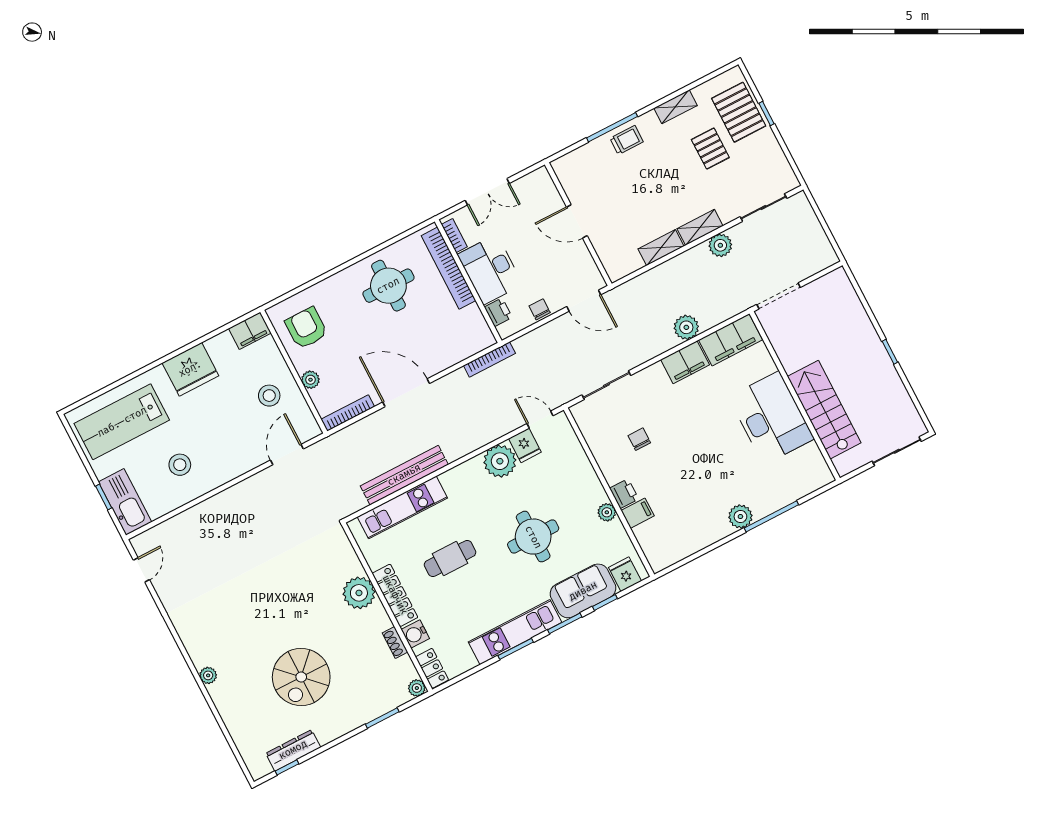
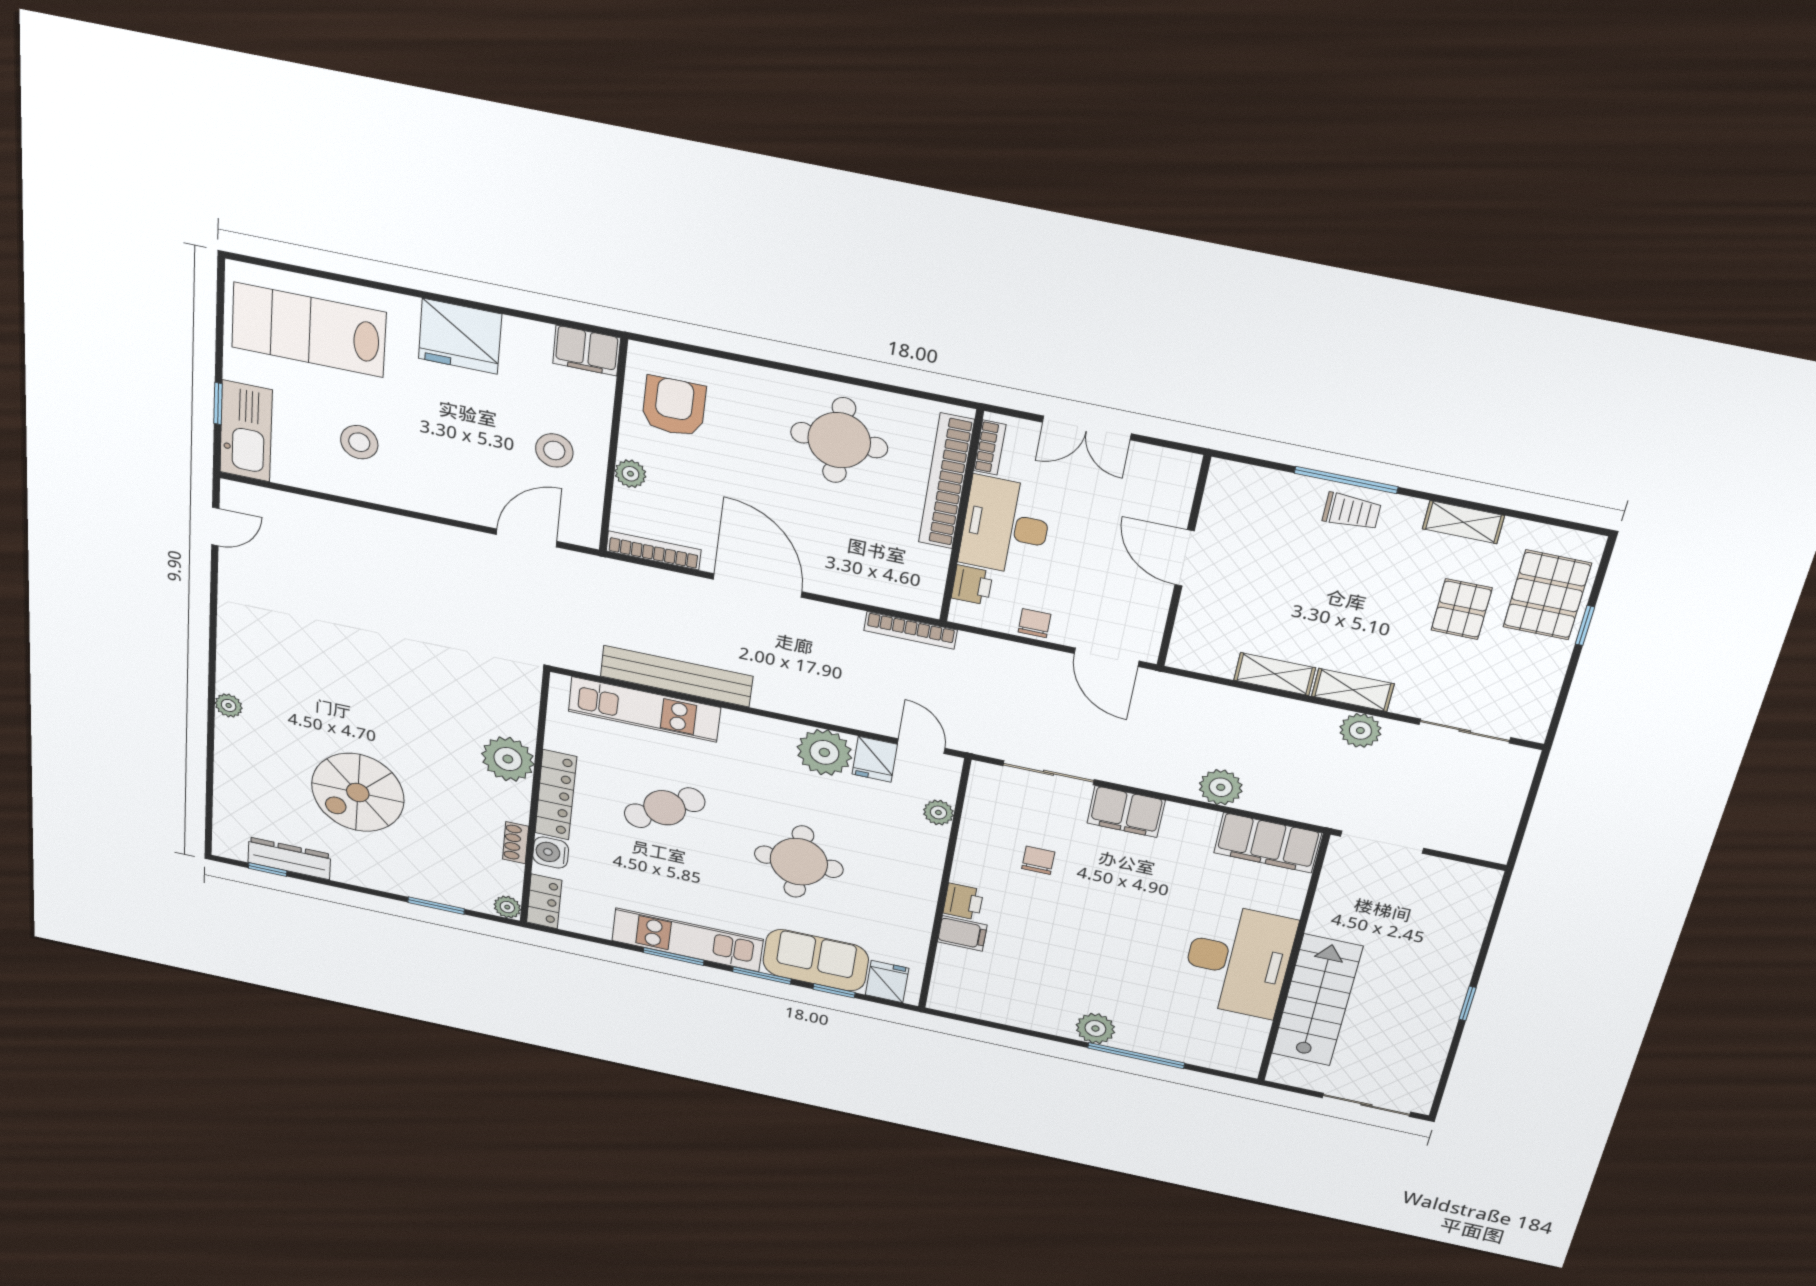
filing cabinet: (685, 362) -> (1126, 812), moved
plant: (607, 512) -> (938, 813), moved
cafe table: (450, 558) -> (665, 808), turned -33

